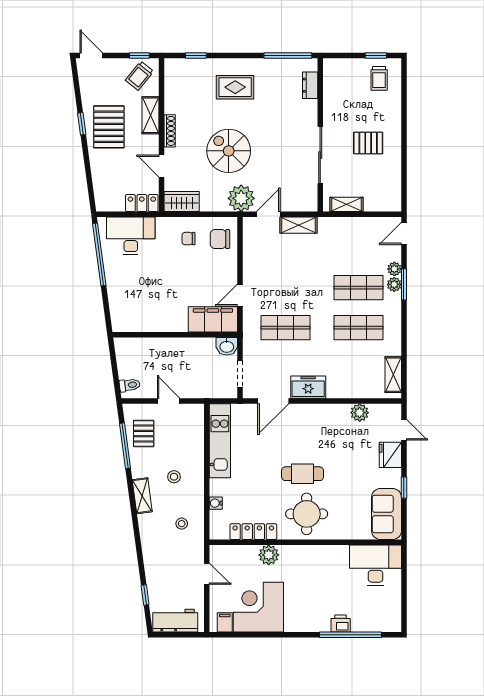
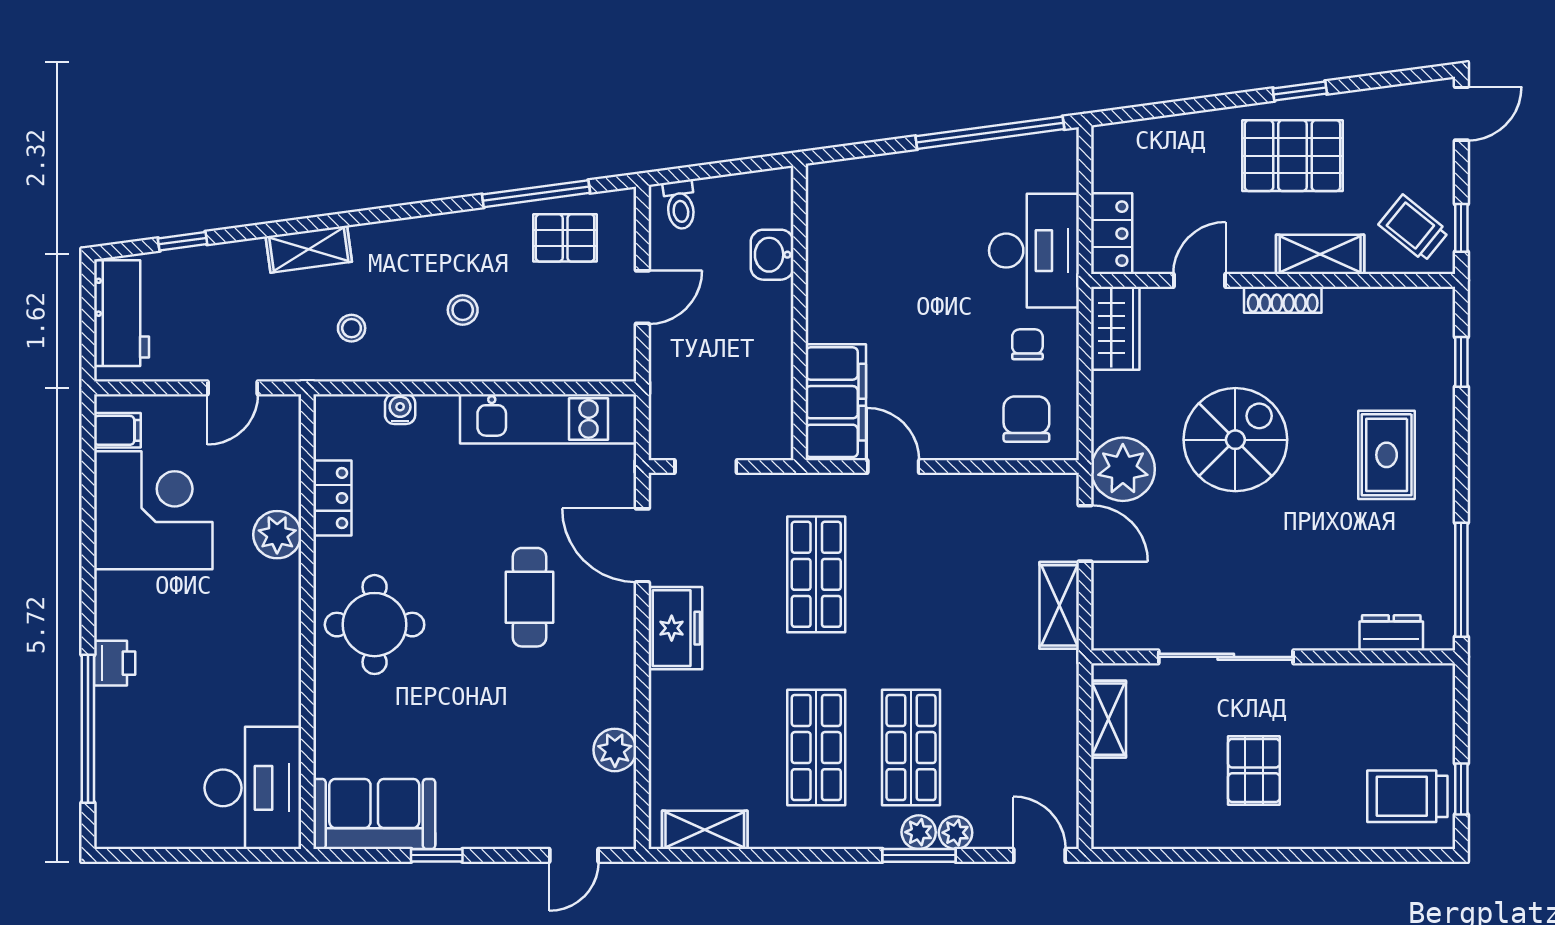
trolley: (379, 78) -> (1407, 796), width x1.36, depth x1.39
desk: (131, 236) -> (1034, 251), moved
washbasin: (227, 346) -> (772, 255), moved
fridge: (390, 455) -> (515, 823), removed
cafe table: (303, 474) -> (529, 597), moved
shelving: (142, 496) -> (309, 249), moved
locker: (253, 532) -> (332, 498), width x0.66
printer: (341, 623) -> (115, 663), moved

